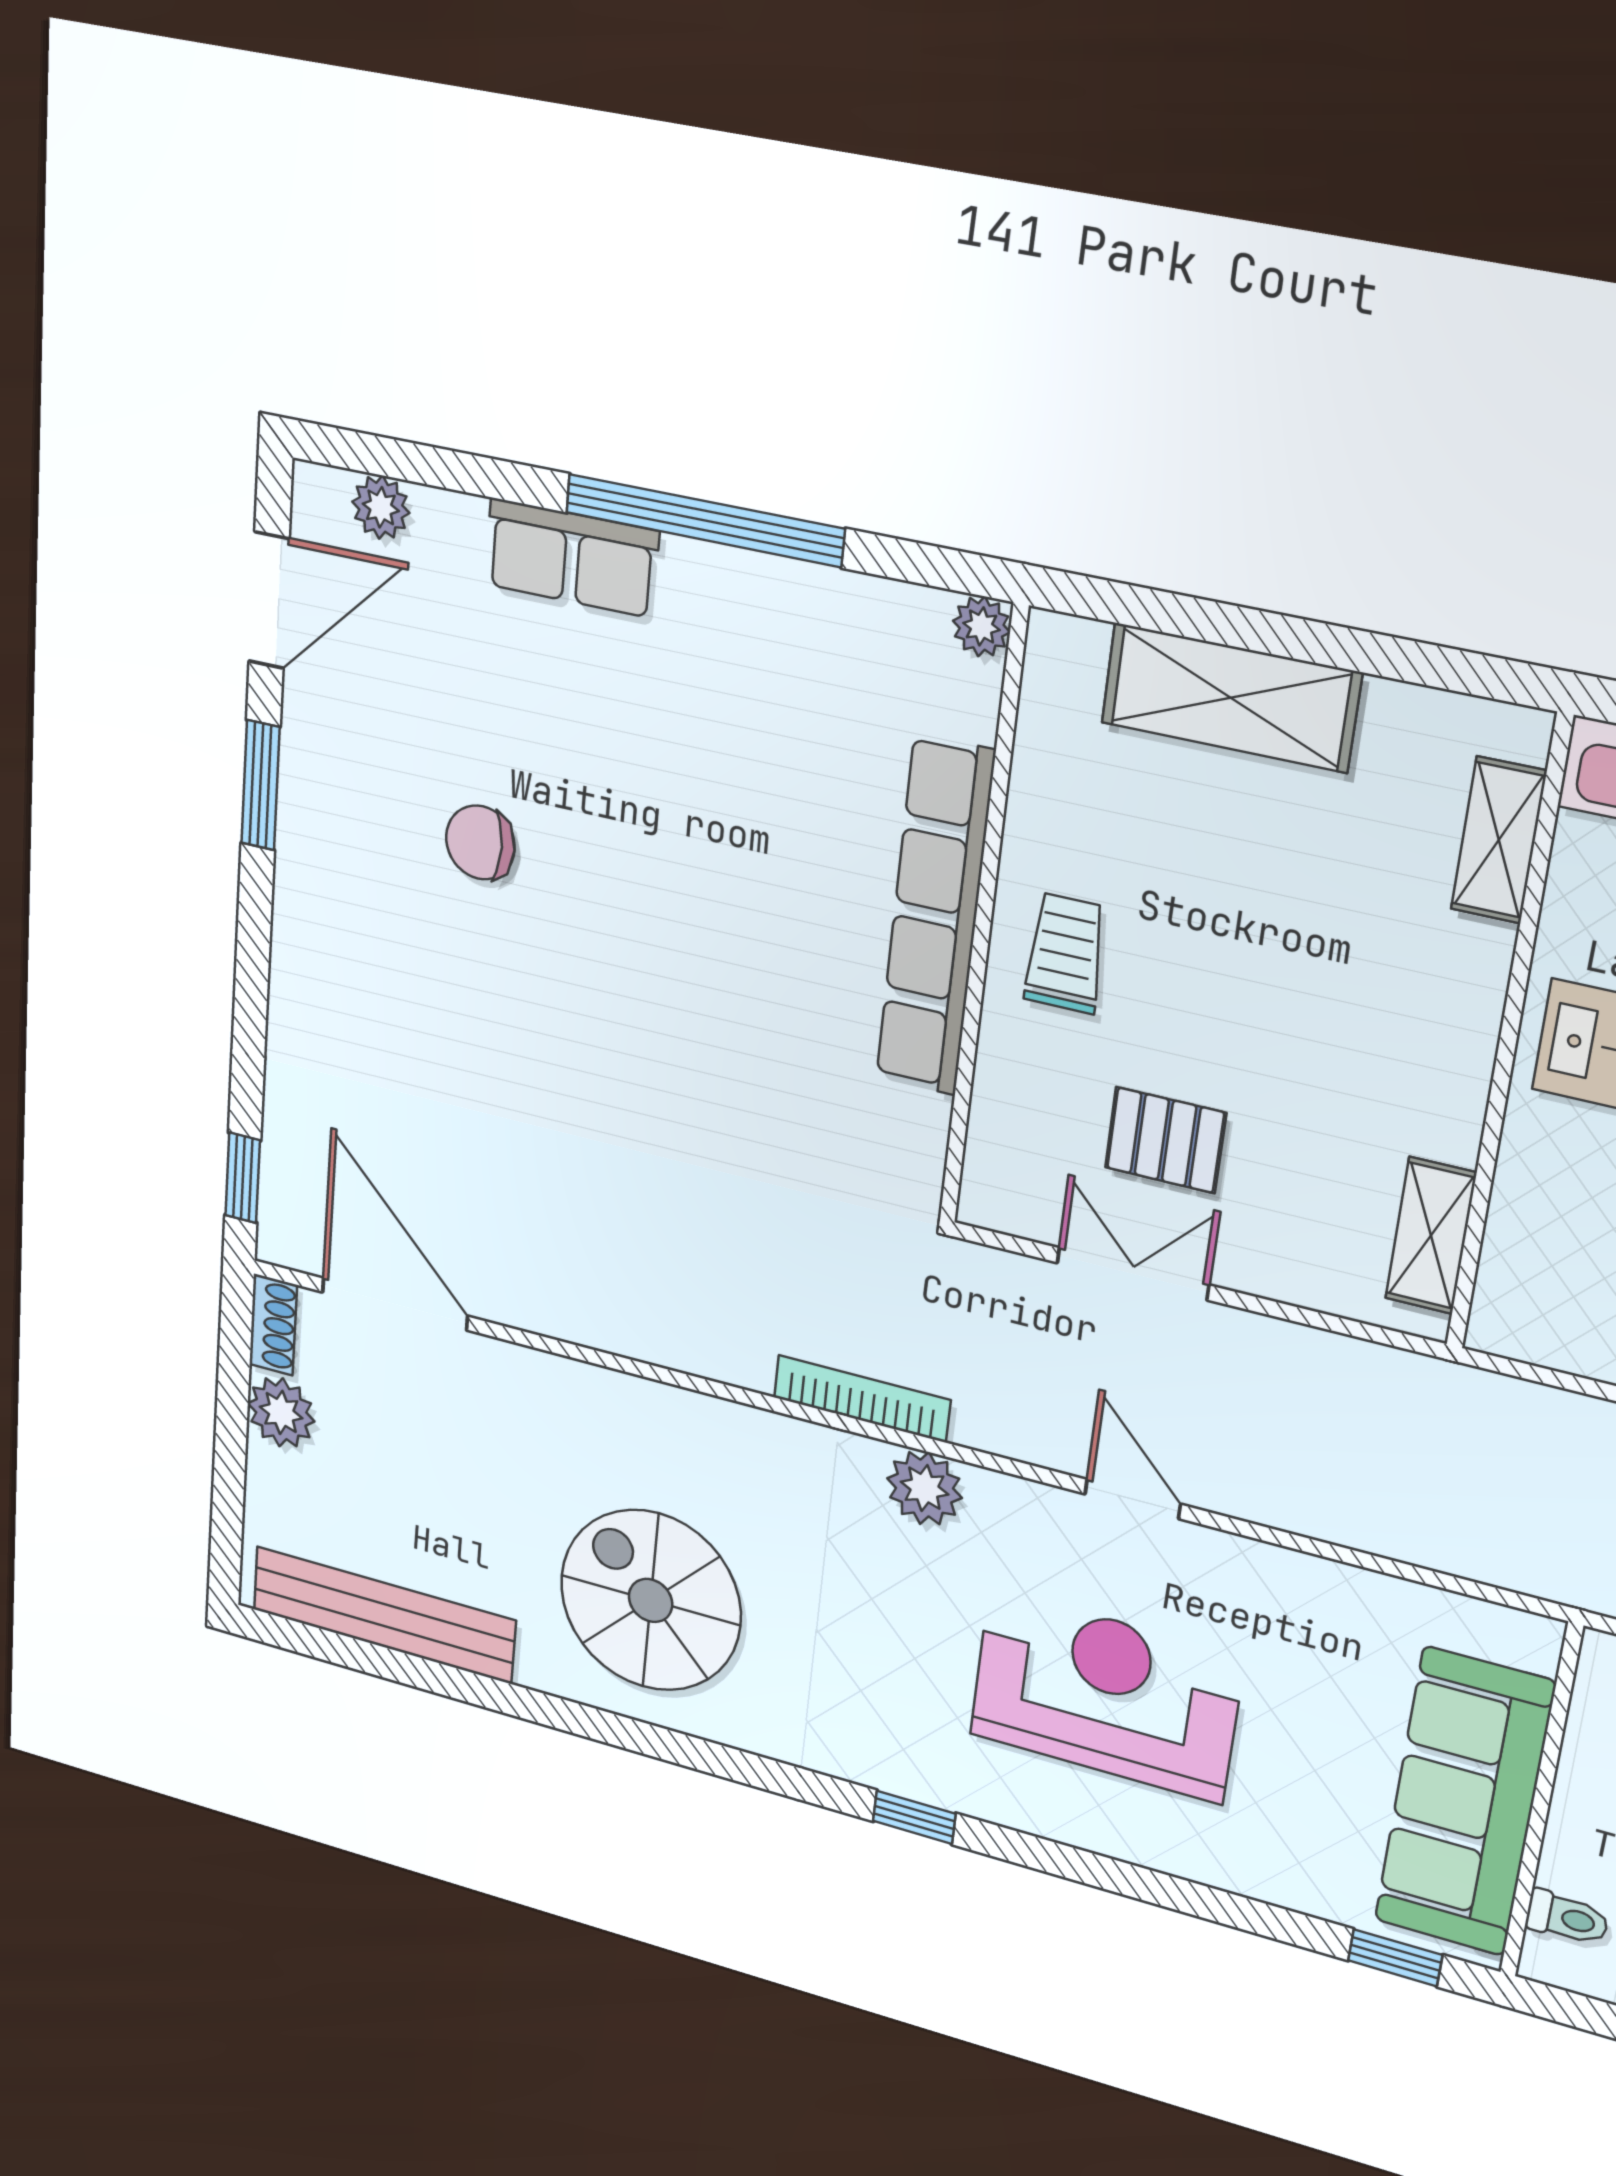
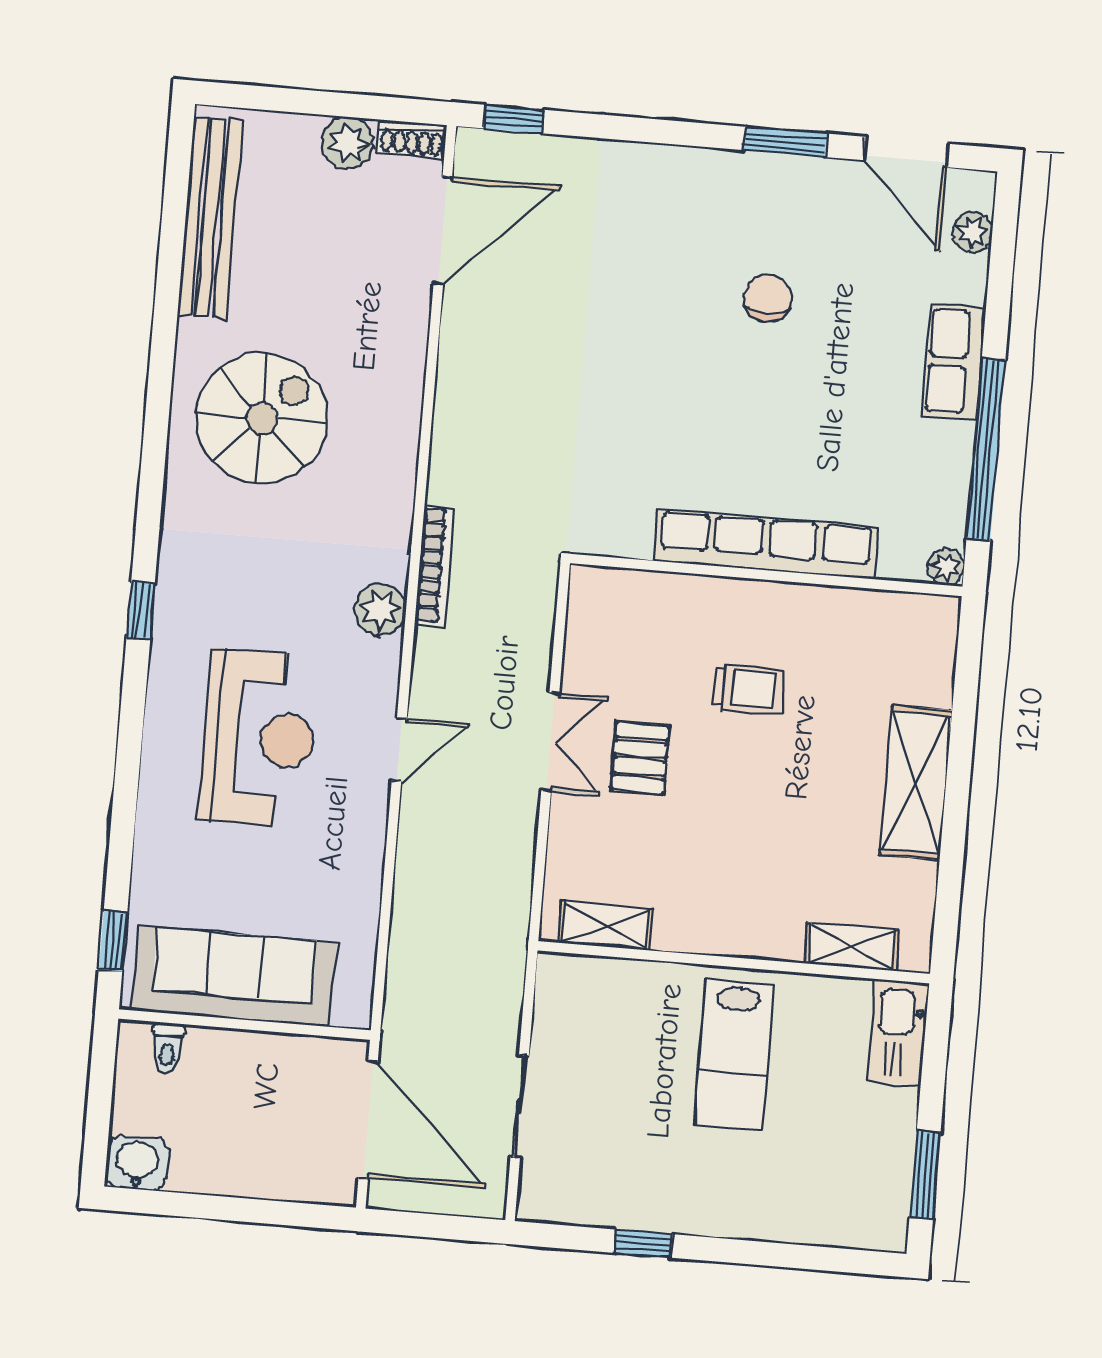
plant: (981, 626) -> (946, 567), moved
row of seats: (935, 916) -> (766, 544), moved
wall: (983, 922) -> (766, 575), moved

